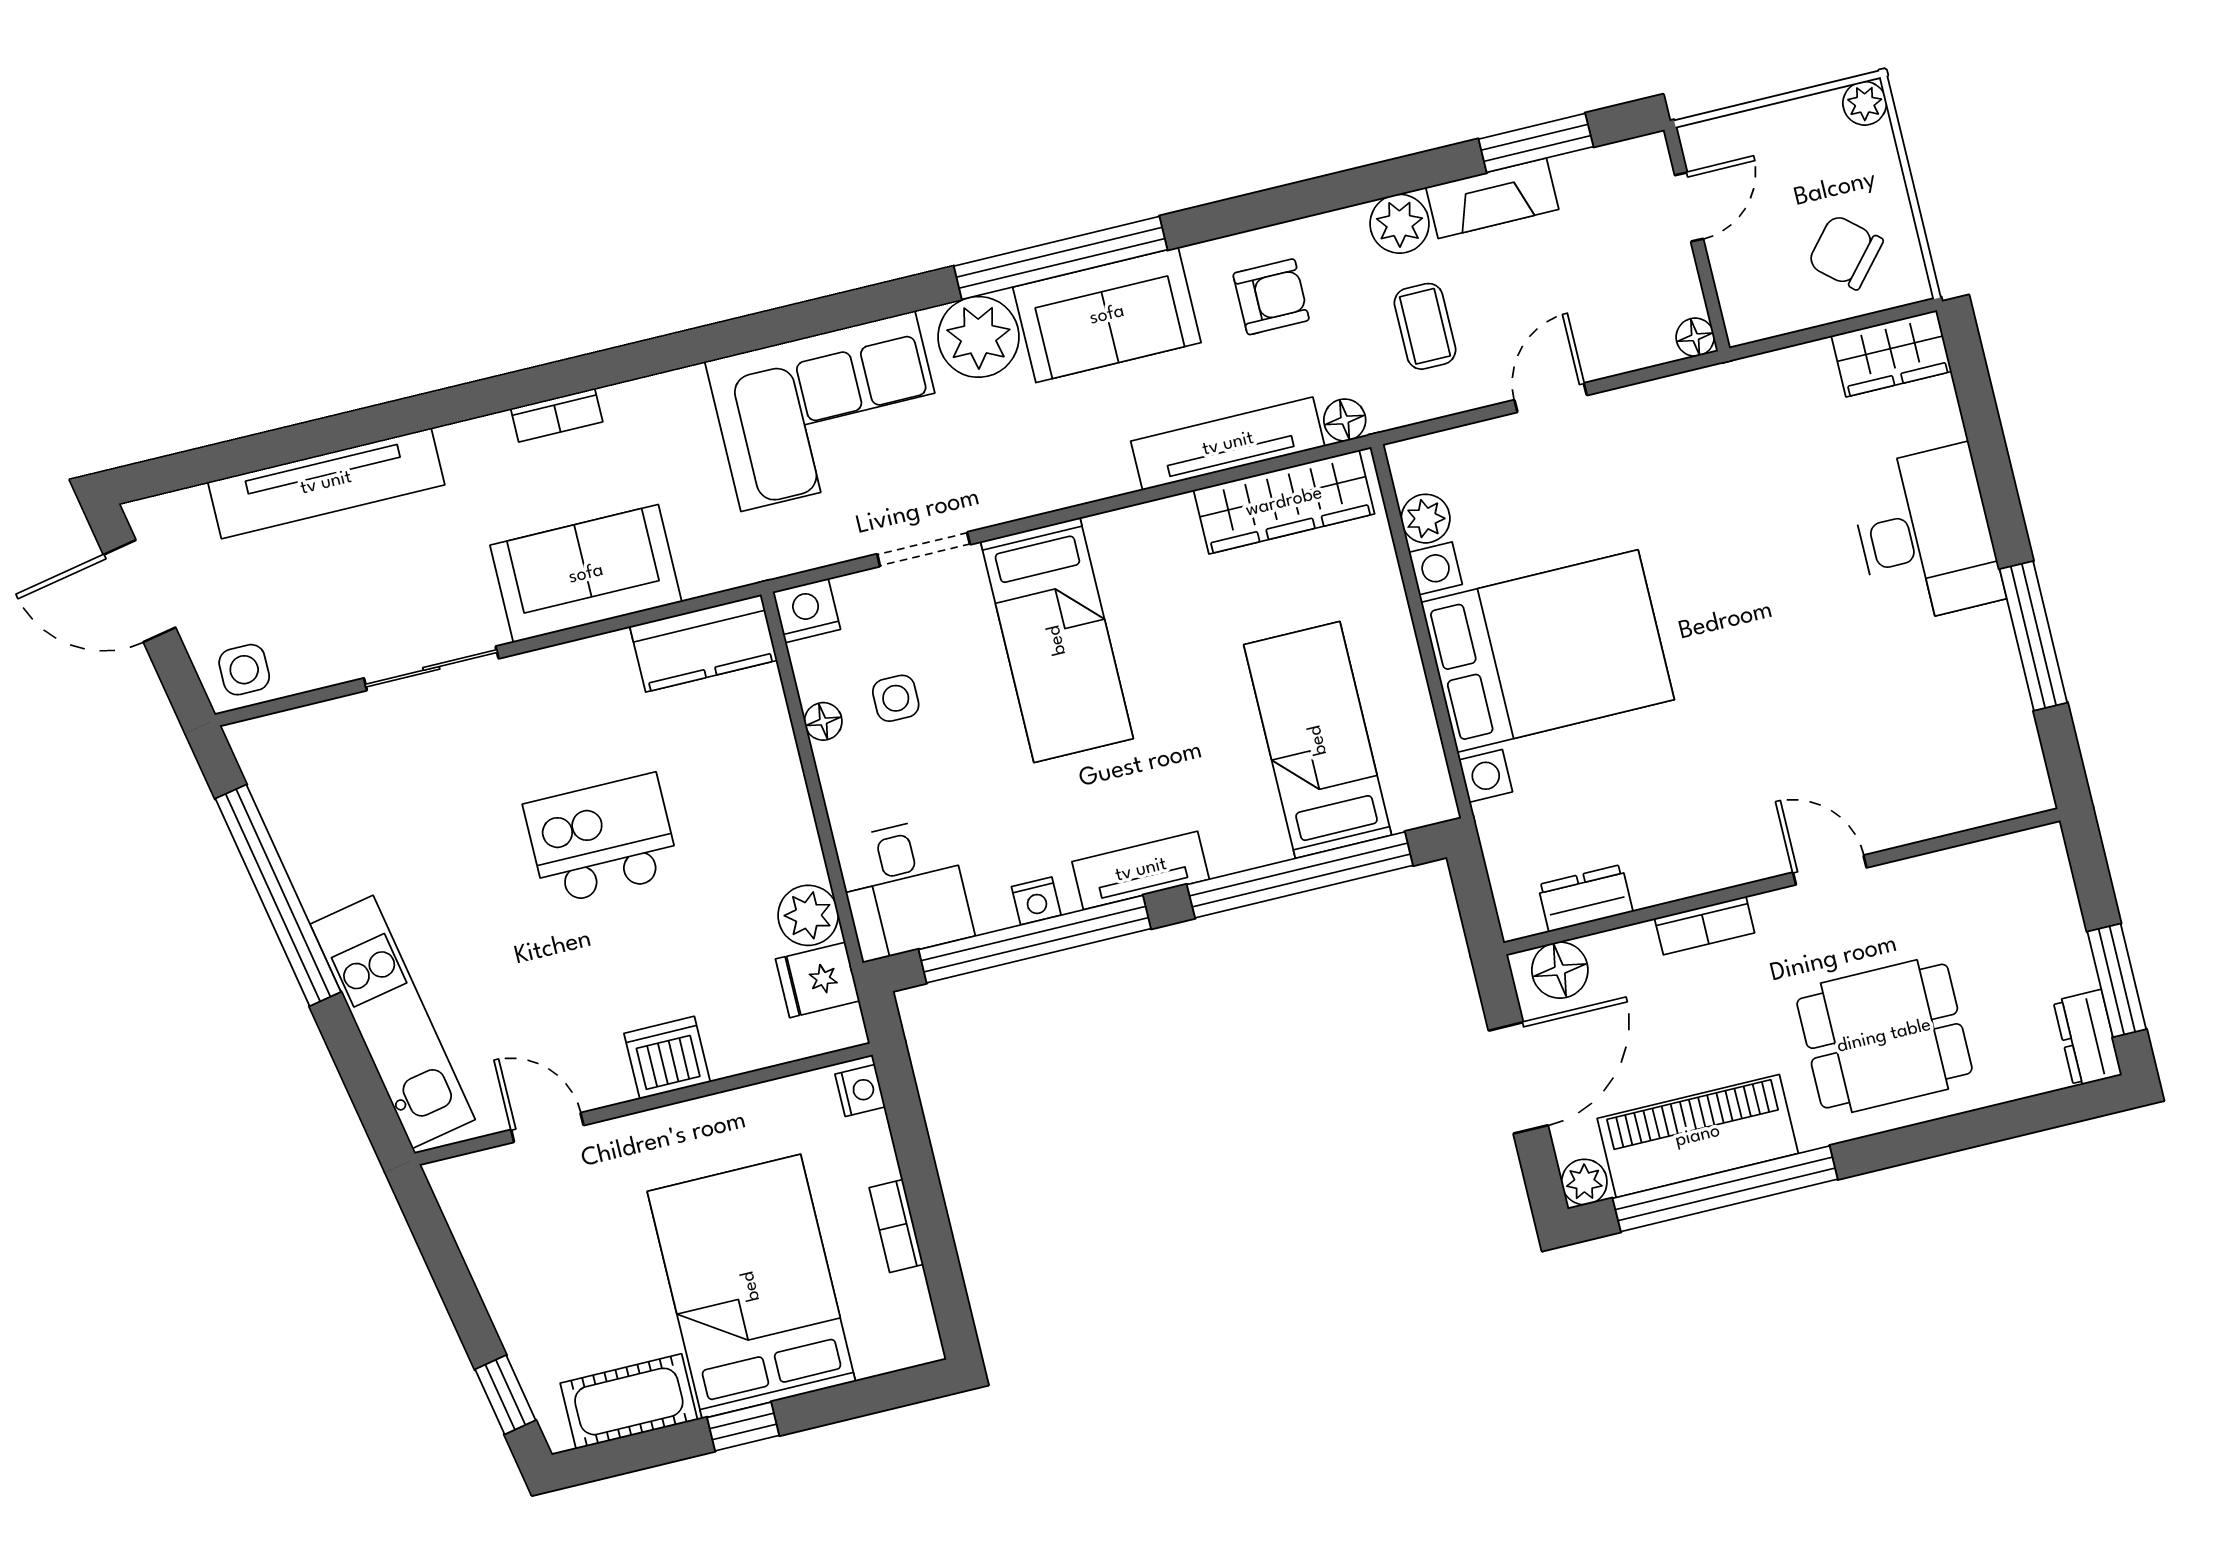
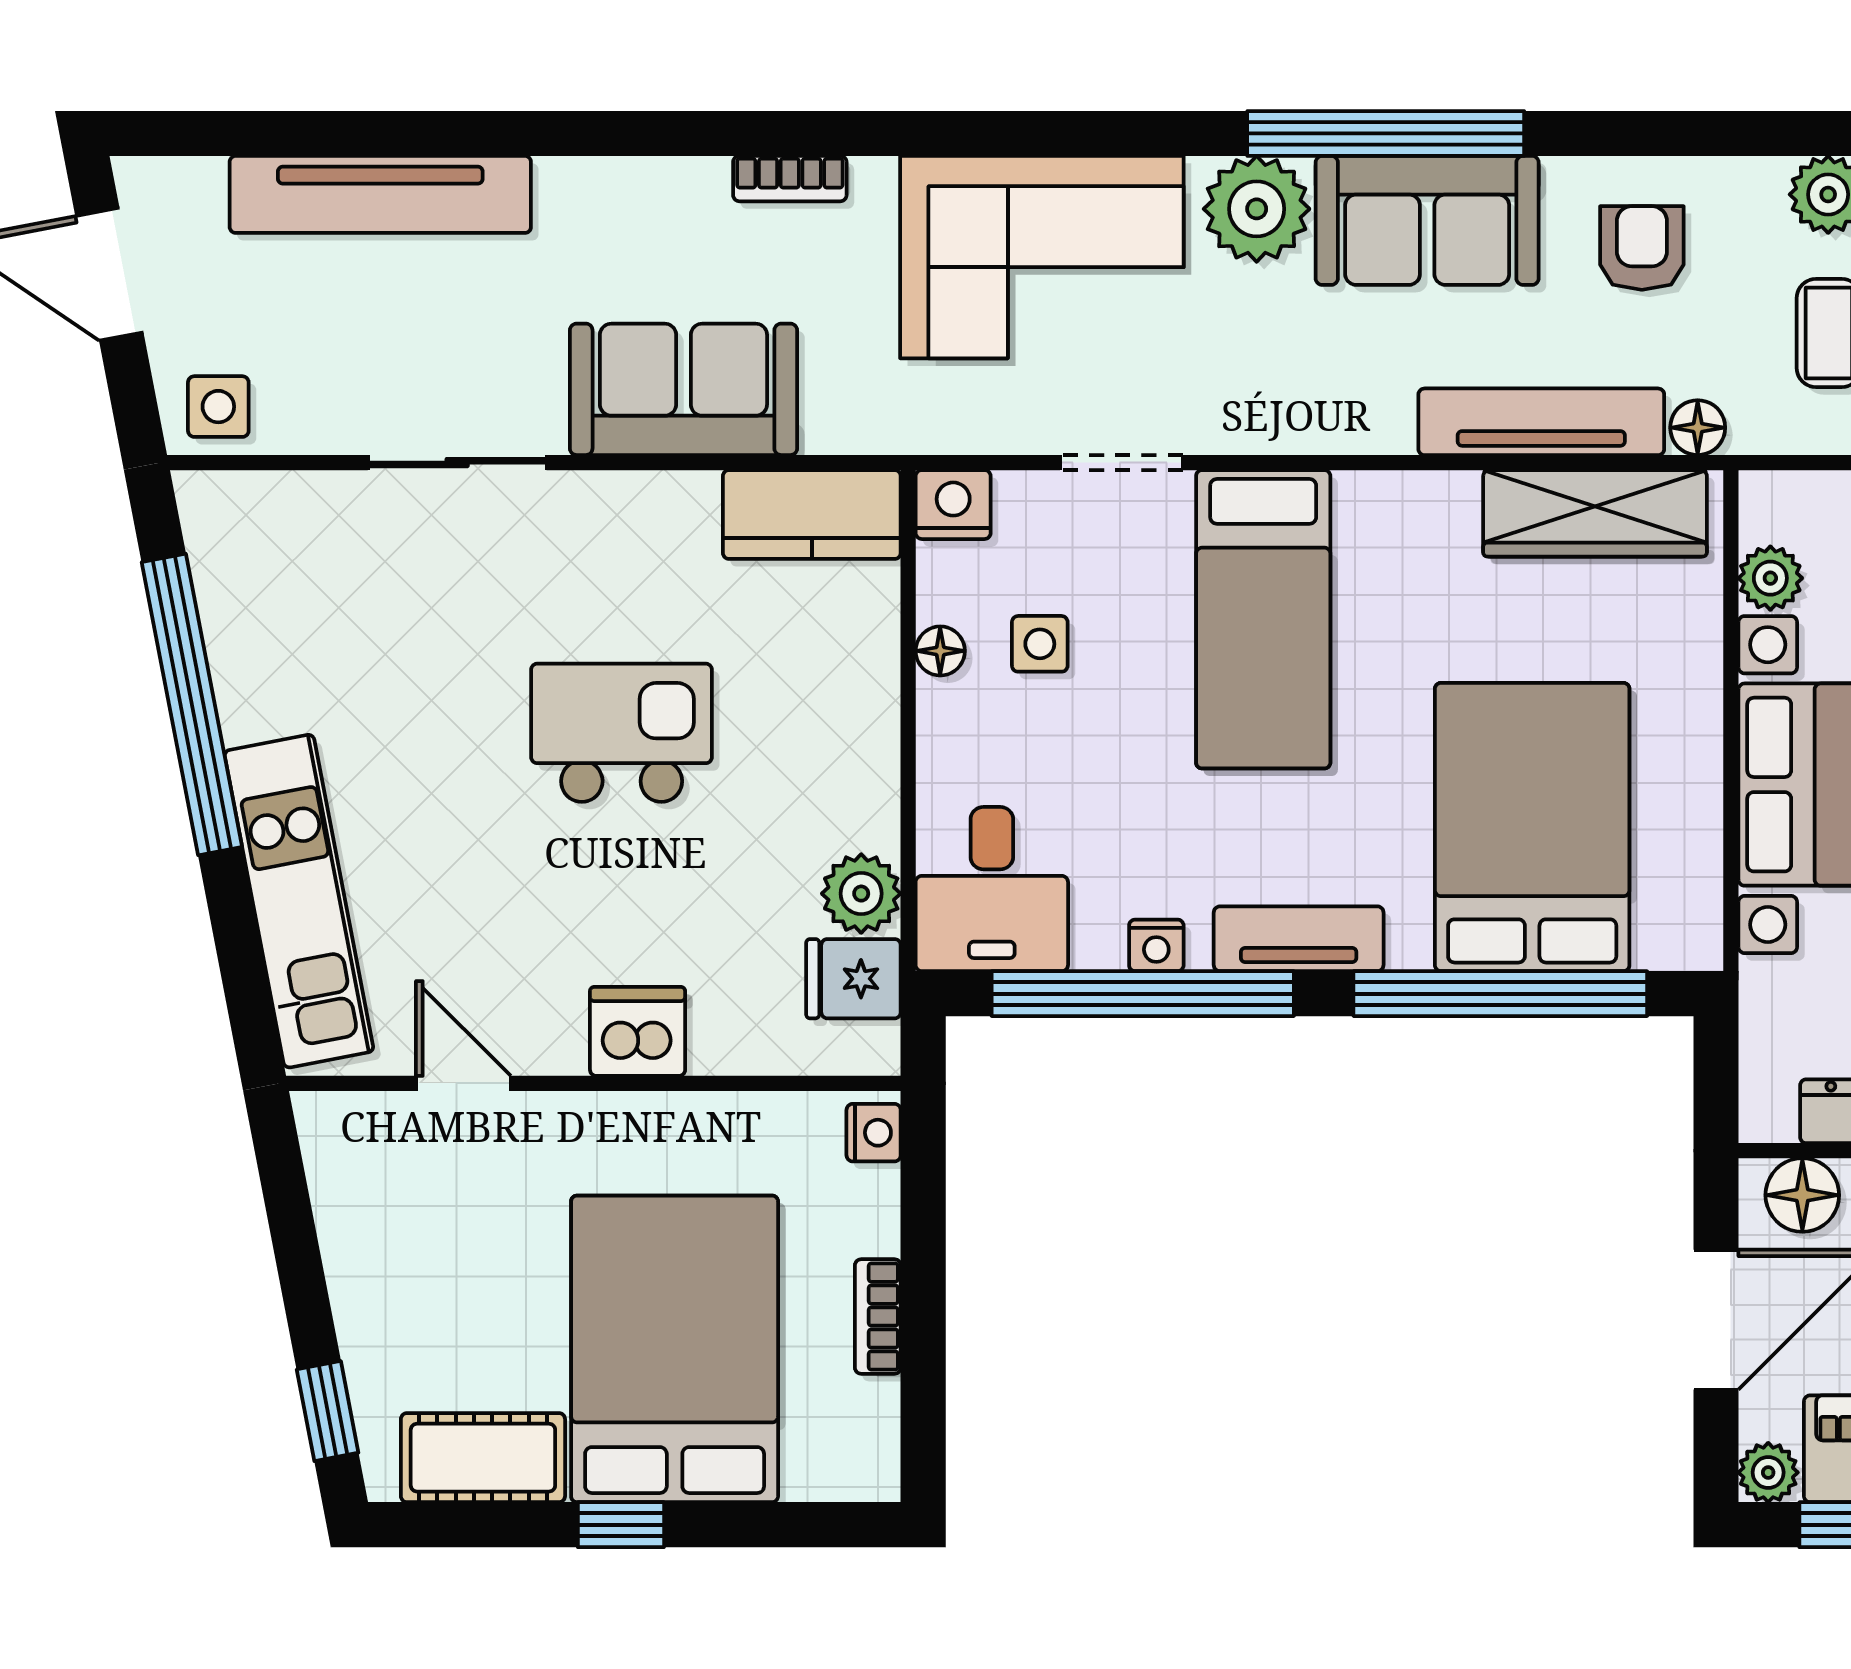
armchair: (1271, 297) -> (1642, 248), turned -90
bookcase: (557, 415) -> (790, 179), moved
bed: (1318, 740) -> (1532, 827), width x1.50

